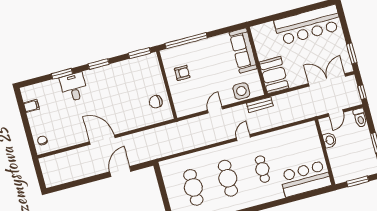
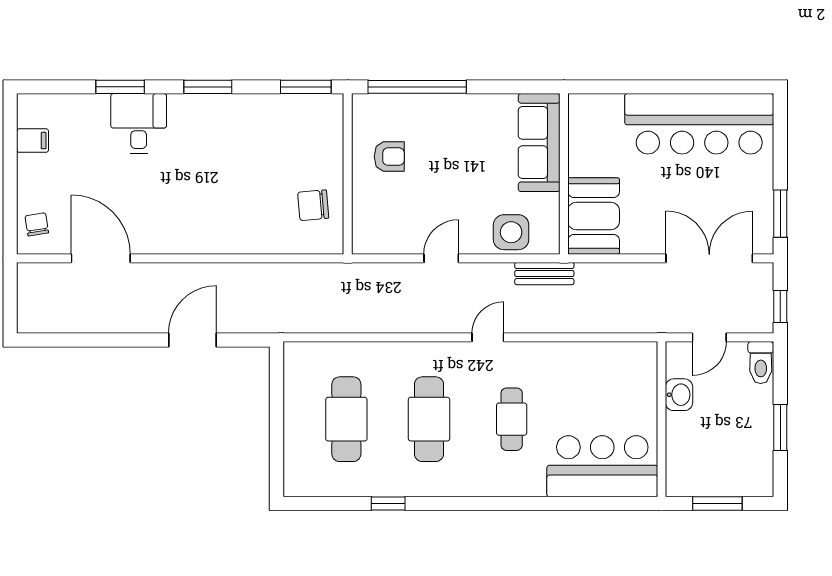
door: (102, 140) -> (101, 258), moved

